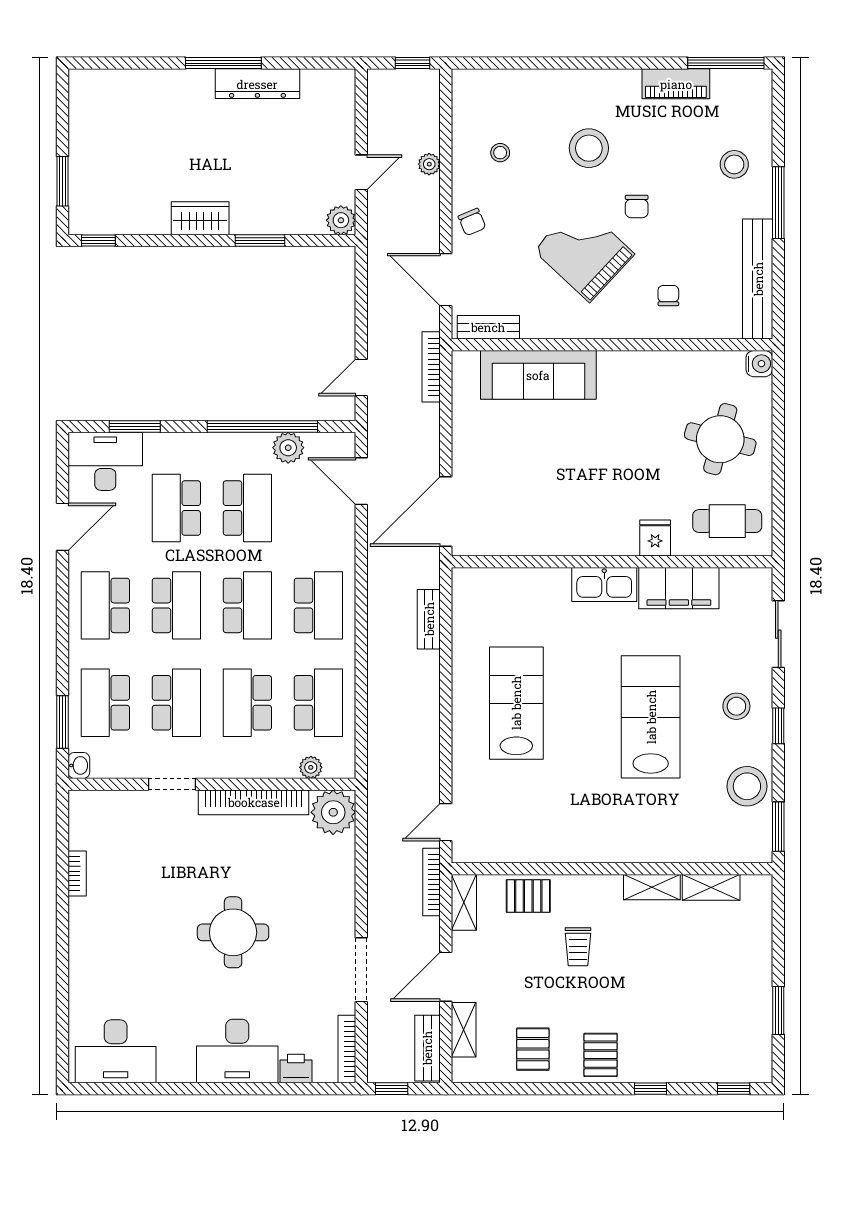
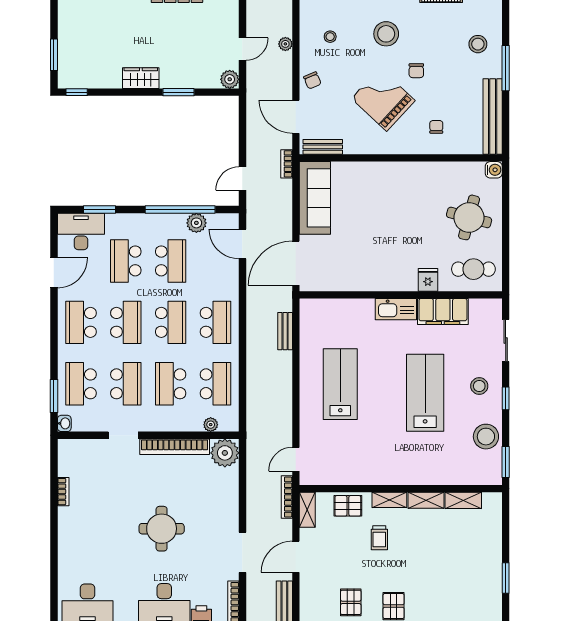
bookcase: (431, 367) -> (287, 164), width x0.64
sofa: (538, 375) -> (315, 198), moved, turned -90
shelving: (464, 1030) -> (389, 500), moved, turned 90

